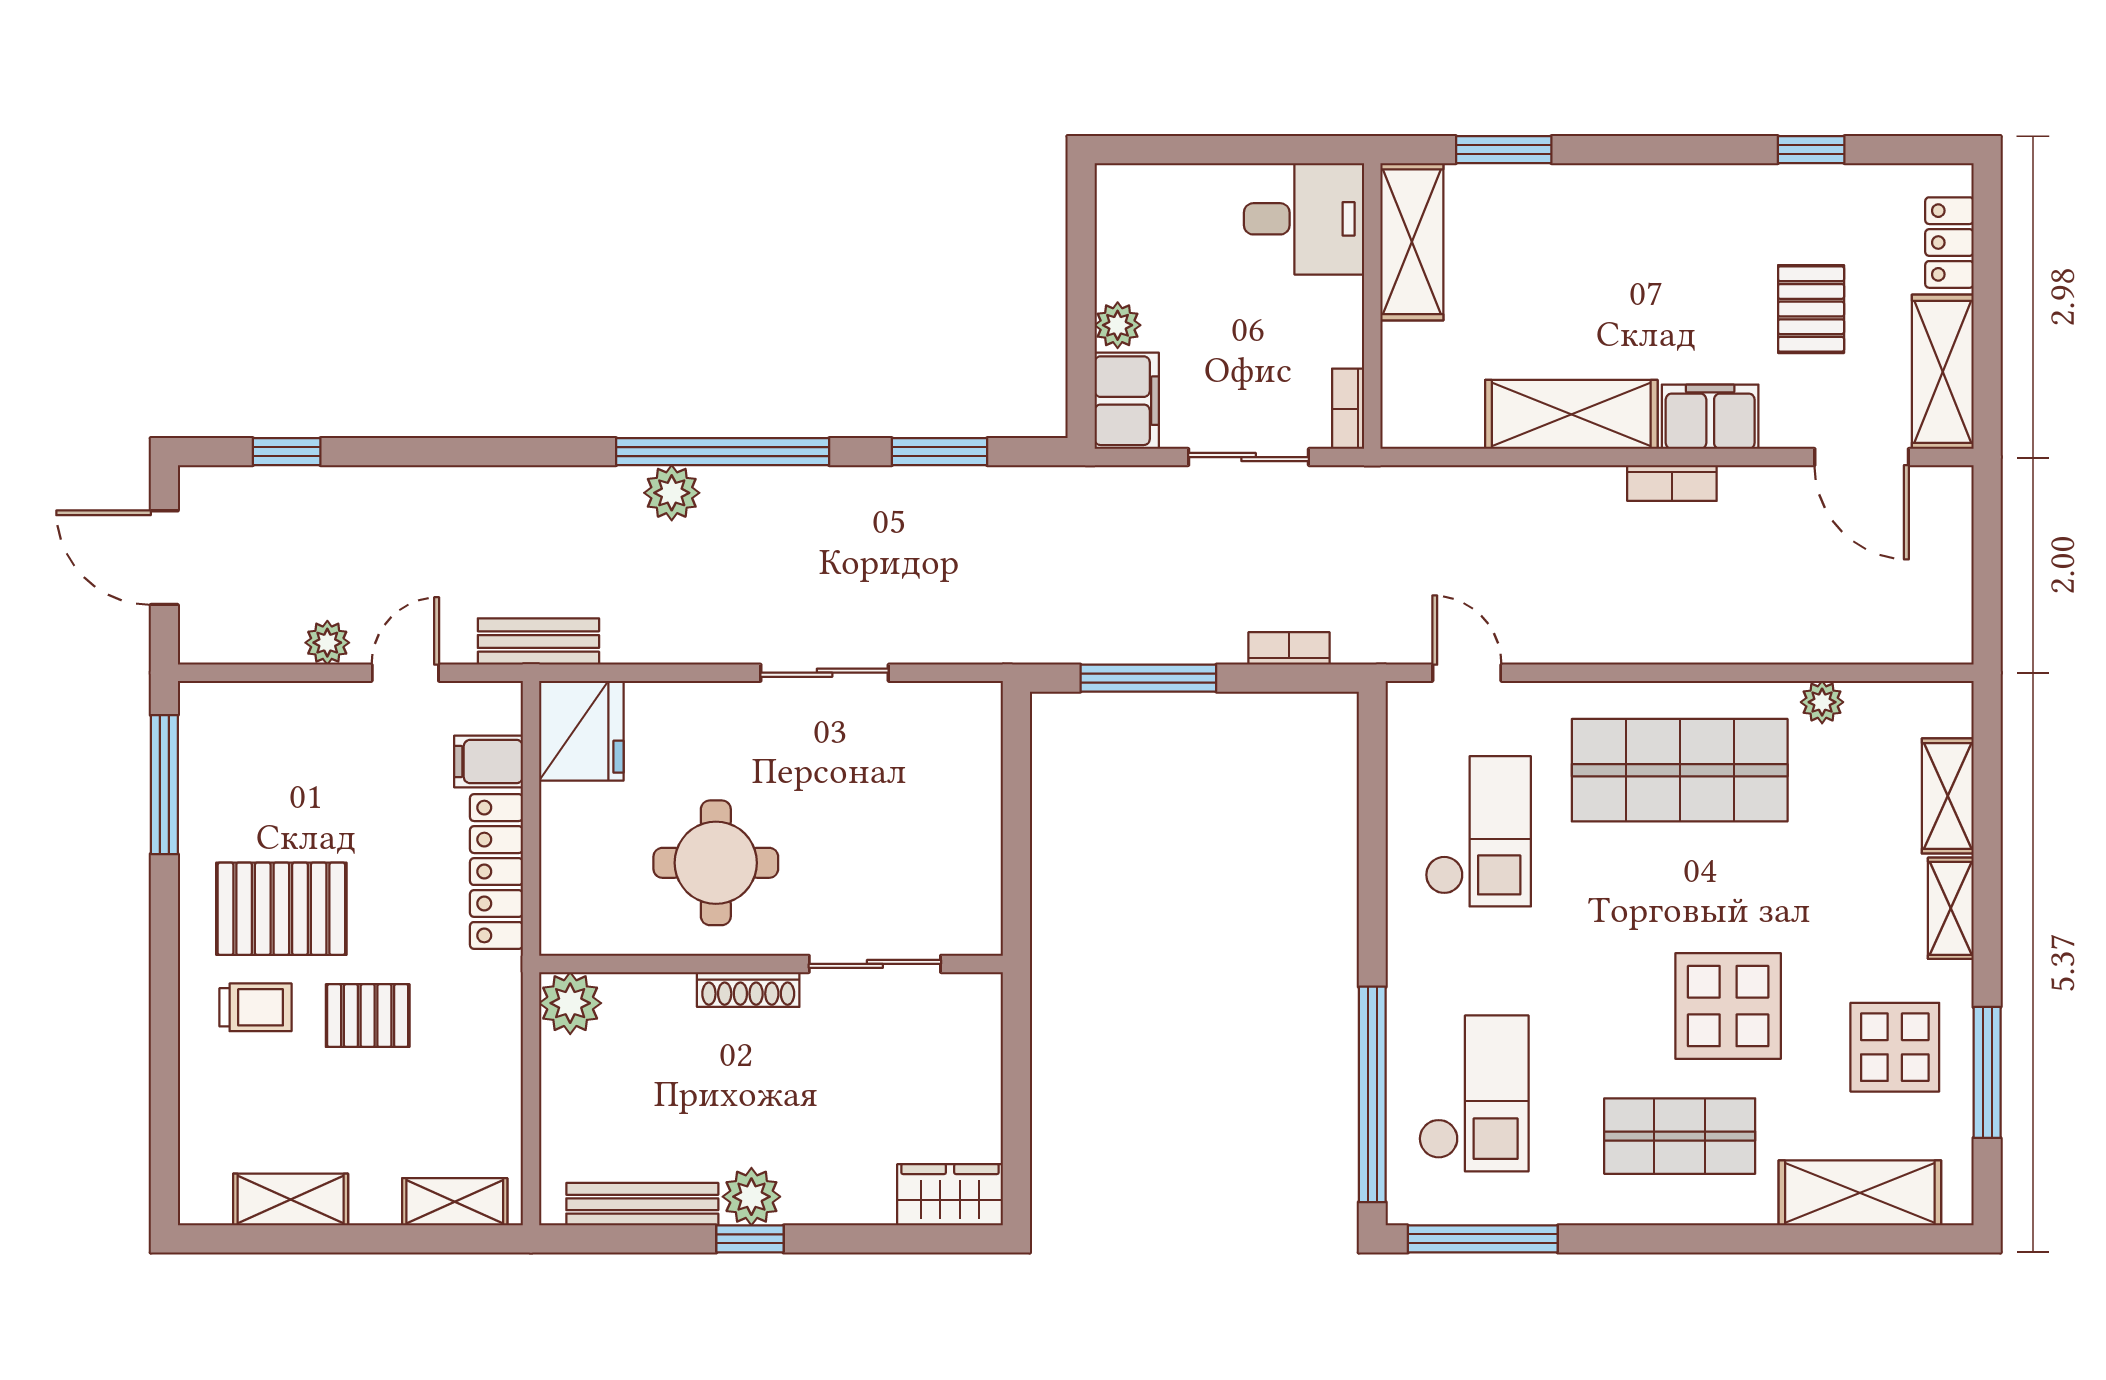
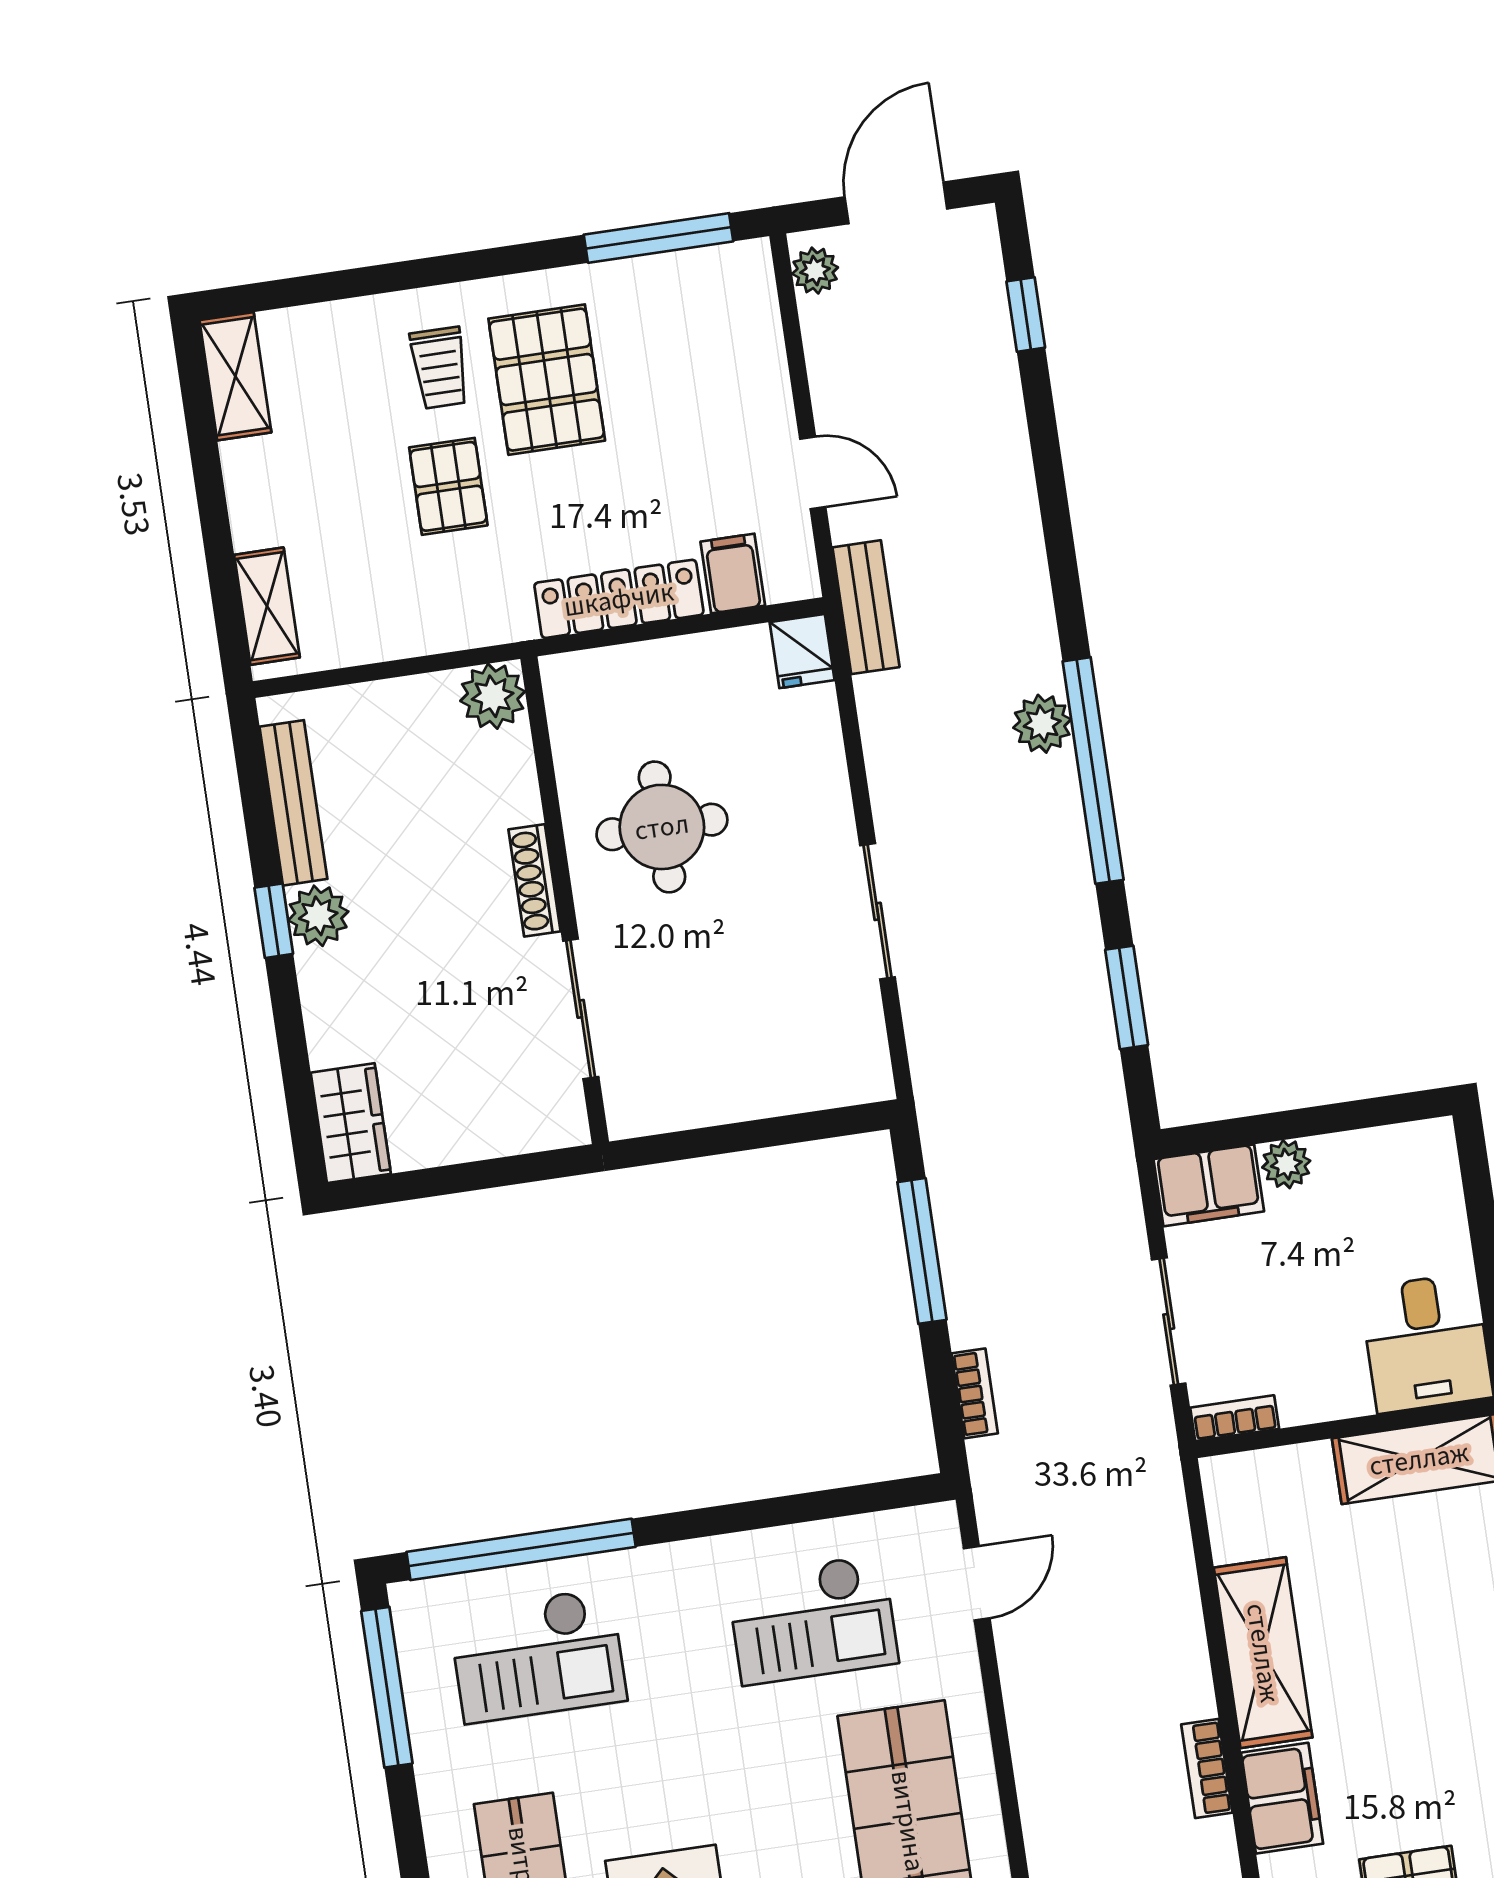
plant: (327, 643) -> (815, 271), moved
fridge: (581, 731) -> (802, 651), width x0.53, depth x0.75
shelving: (291, 1200) -> (235, 376), moved

